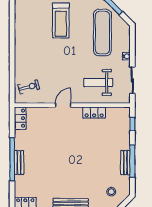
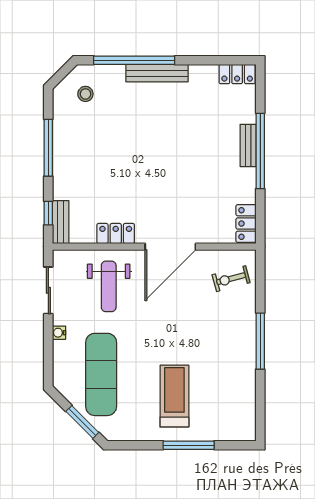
window: (12, 51) -> (260, 341), added
weight bench: (98, 83) -> (109, 286), turned 90
door: (63, 105) -> (170, 247), width x1.87
bench: (125, 163) -> (61, 222), moved

